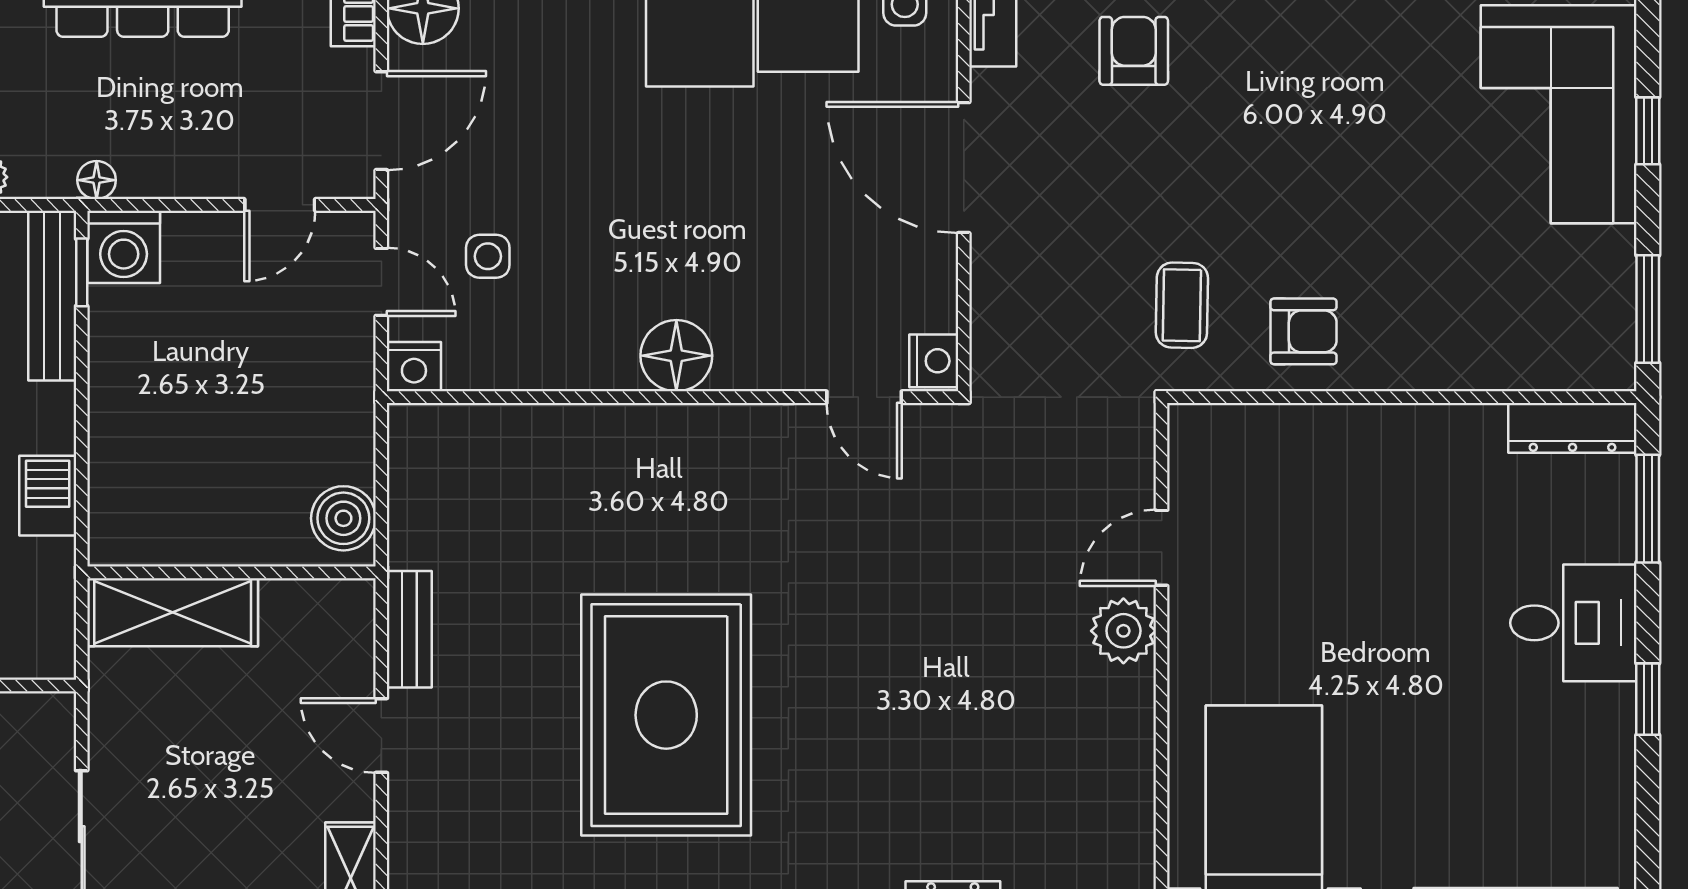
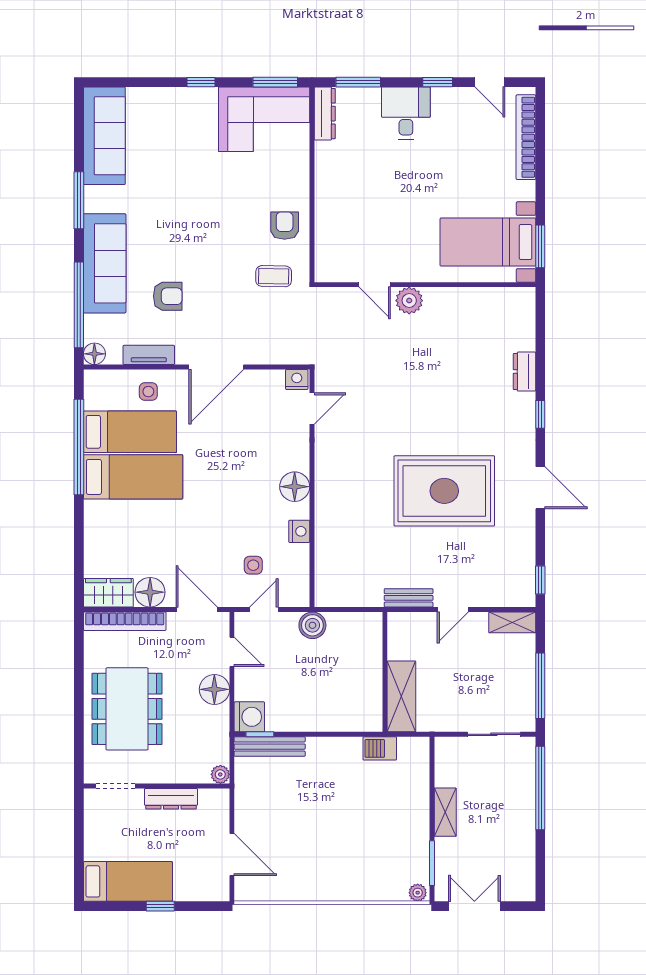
armchair: (1134, 51) -> (168, 296), turned 180
corner sofa: (1559, 114) -> (264, 119), moved
floor lamp: (97, 180) -> (214, 689), moved, width x1.89, depth x1.89
nightstand: (414, 367) -> (299, 531), moved
barbecue: (48, 496) -> (380, 748), moved
boiler: (343, 518) -> (312, 625), moved
door: (1648, 825) -> (490, 82), added

